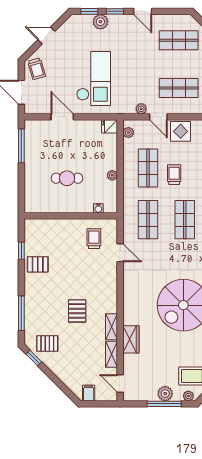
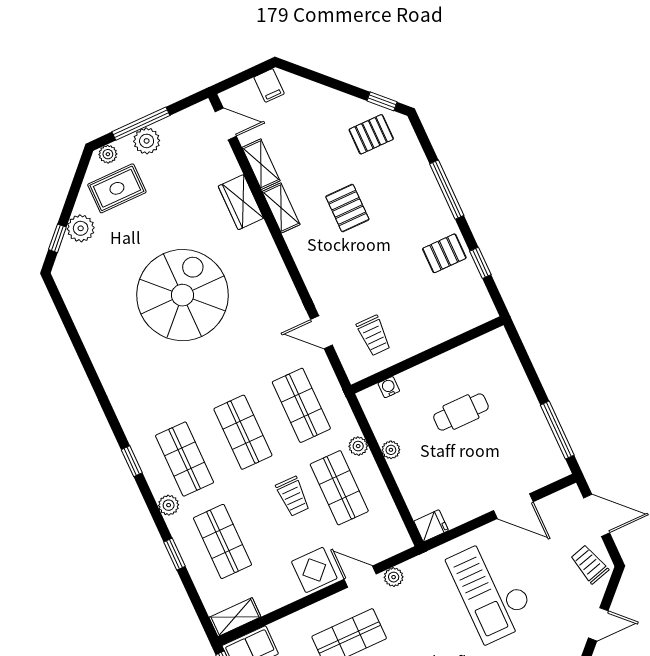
plant: (128, 133) -> (358, 446), moved
window: (21, 313) -> (447, 190), moved

